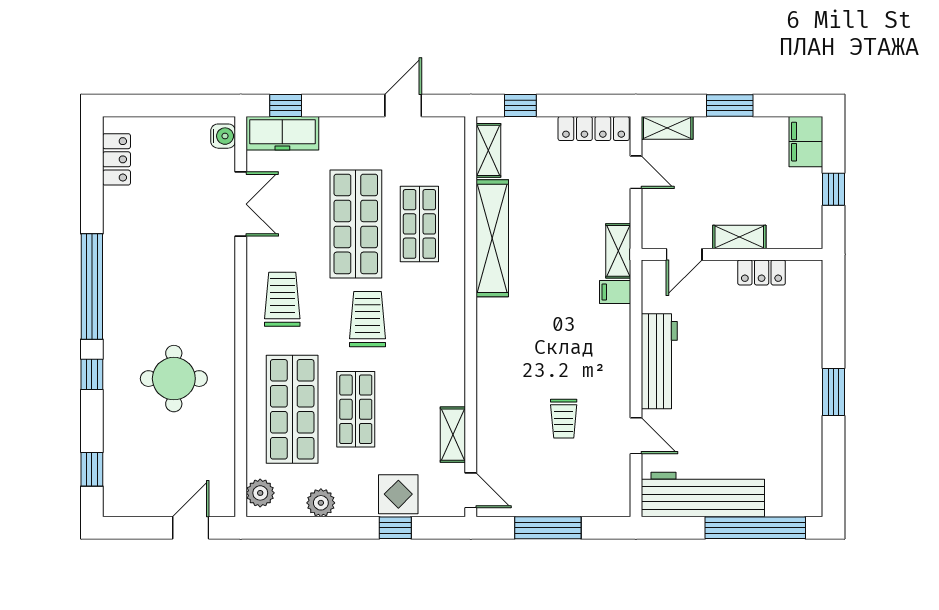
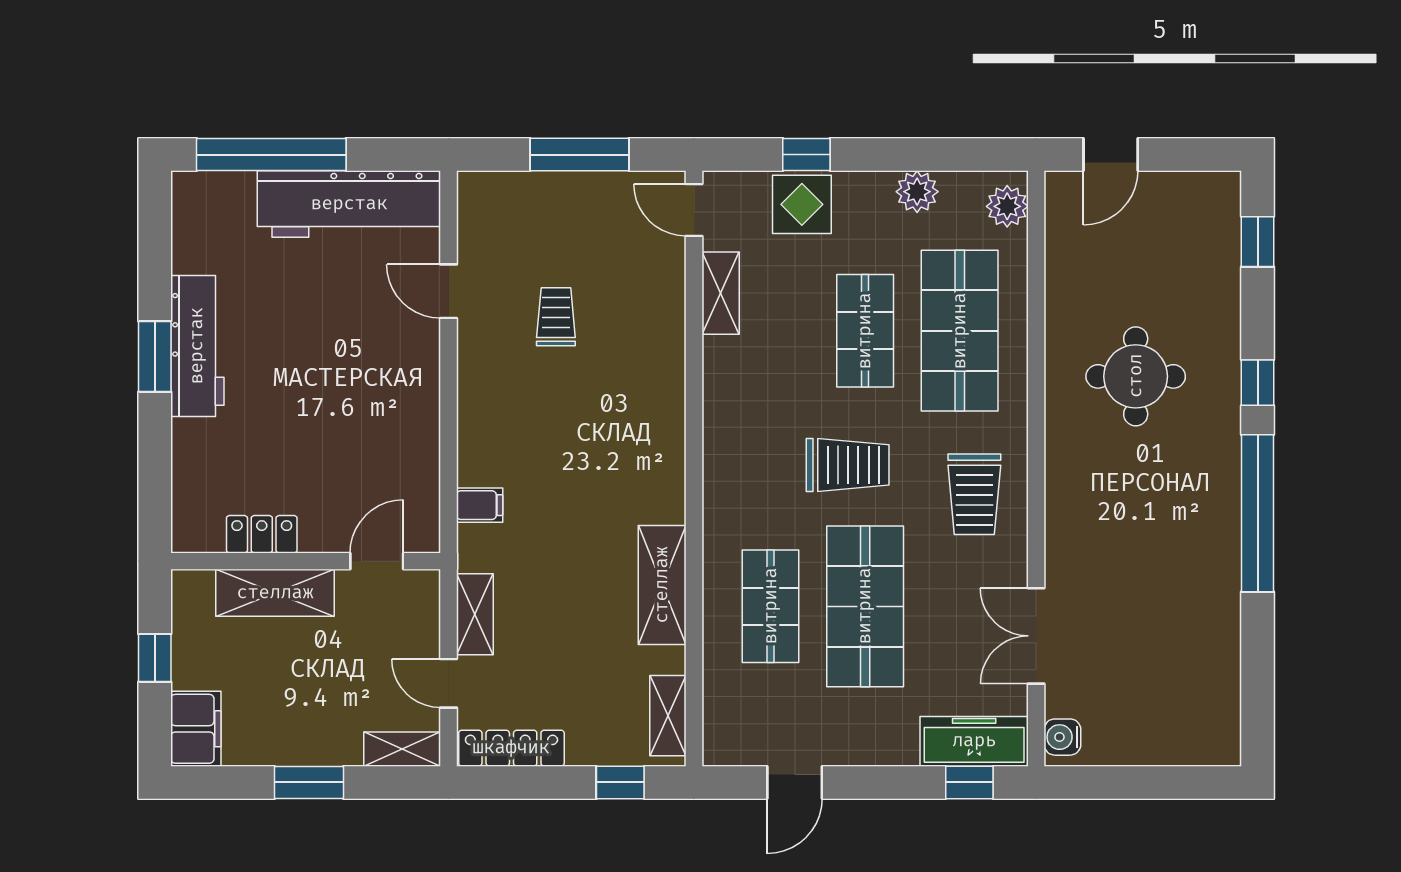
locker: (116, 159) -> (1221, 702), removed
shelving: (739, 237) -> (275, 593), width x1.50, depth x1.33
shelving: (492, 238) -> (662, 585), width x0.68
shelving: (618, 251) -> (475, 614), moved
trolley: (368, 319) -> (848, 465), turned -90
workbench: (659, 361) -> (197, 346), moved, turned 180

